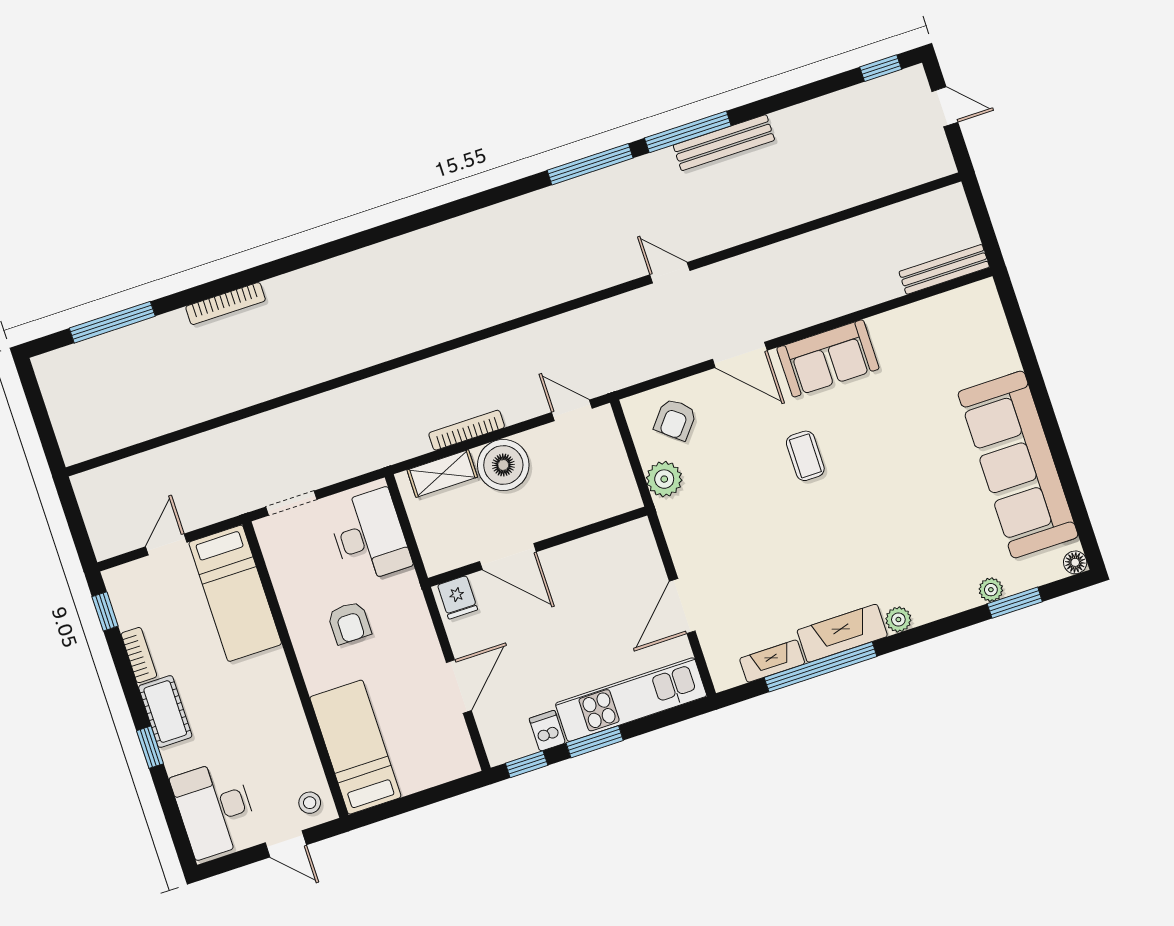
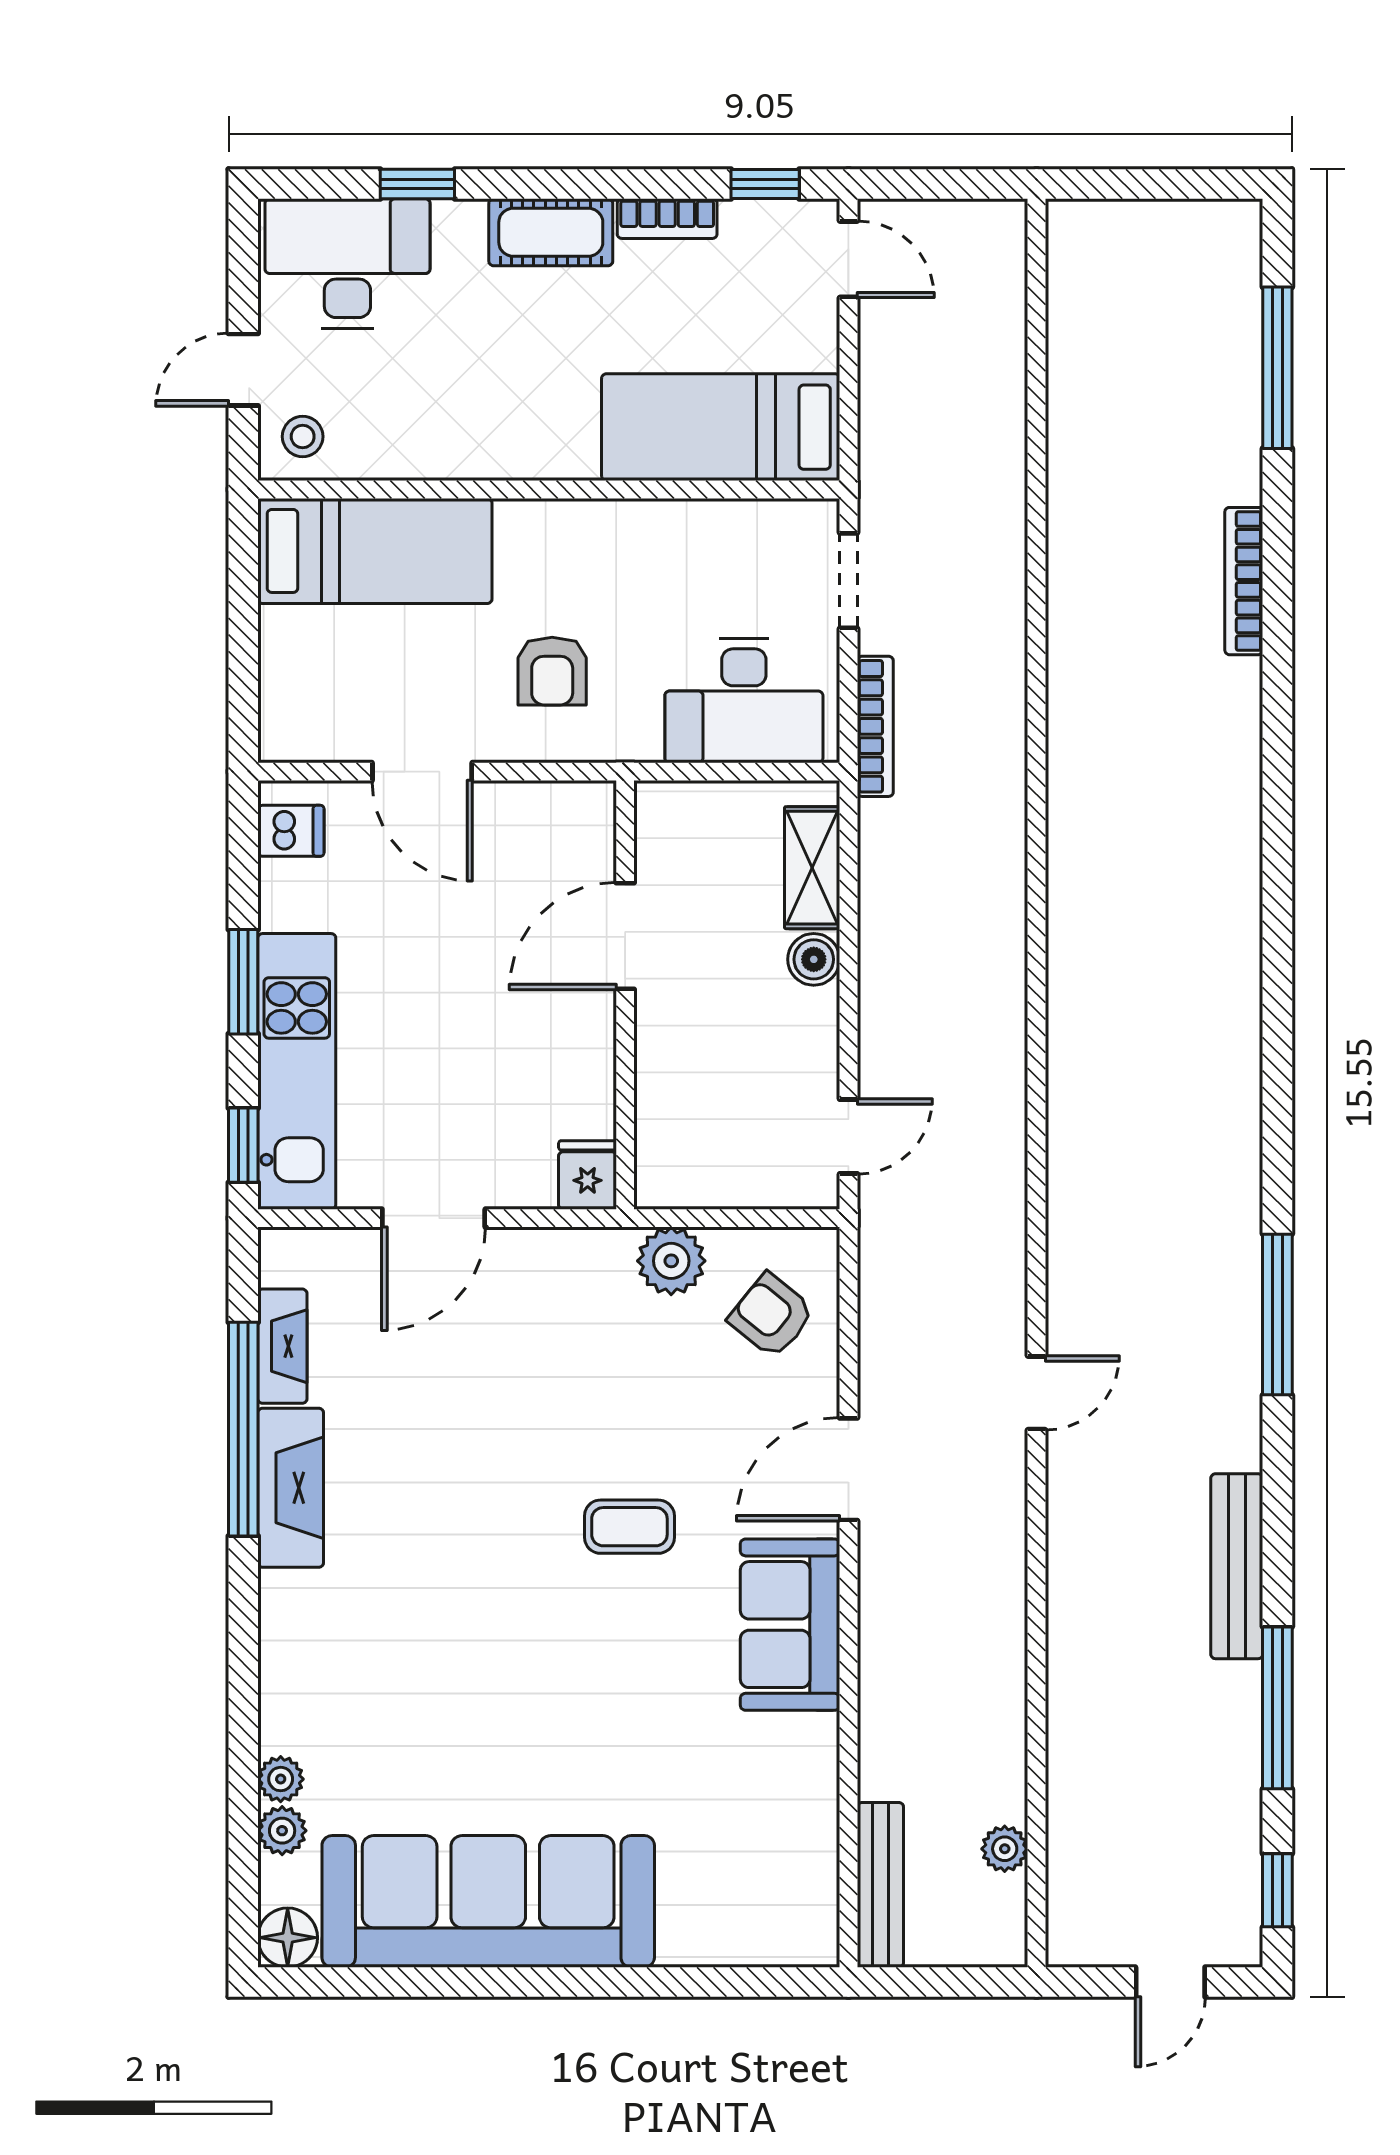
window: (688, 132) -> (1277, 1708), moved
plant: (905, 213) -> (1005, 1849), added
bookcase: (467, 430) -> (875, 726), moved
boiler: (503, 465) -> (814, 959), width x0.54, depth x0.54
door: (166, 545) -> (848, 259), moved
floor lamp: (1075, 562) -> (288, 1938), width x1.37, depth x1.37
fridge: (458, 597) -> (588, 1175), moved, turned 90
window: (1015, 603) -> (243, 1814), removed
door: (682, 606) -> (434, 1218), swing flipped
plant: (898, 619) -> (282, 1831), moved
armchair: (349, 623) -> (552, 671), moved, turned -90
dishwasher: (547, 731) -> (291, 831), moved
window: (150, 747) -> (417, 184), moved
window: (527, 764) -> (243, 1145), moved

